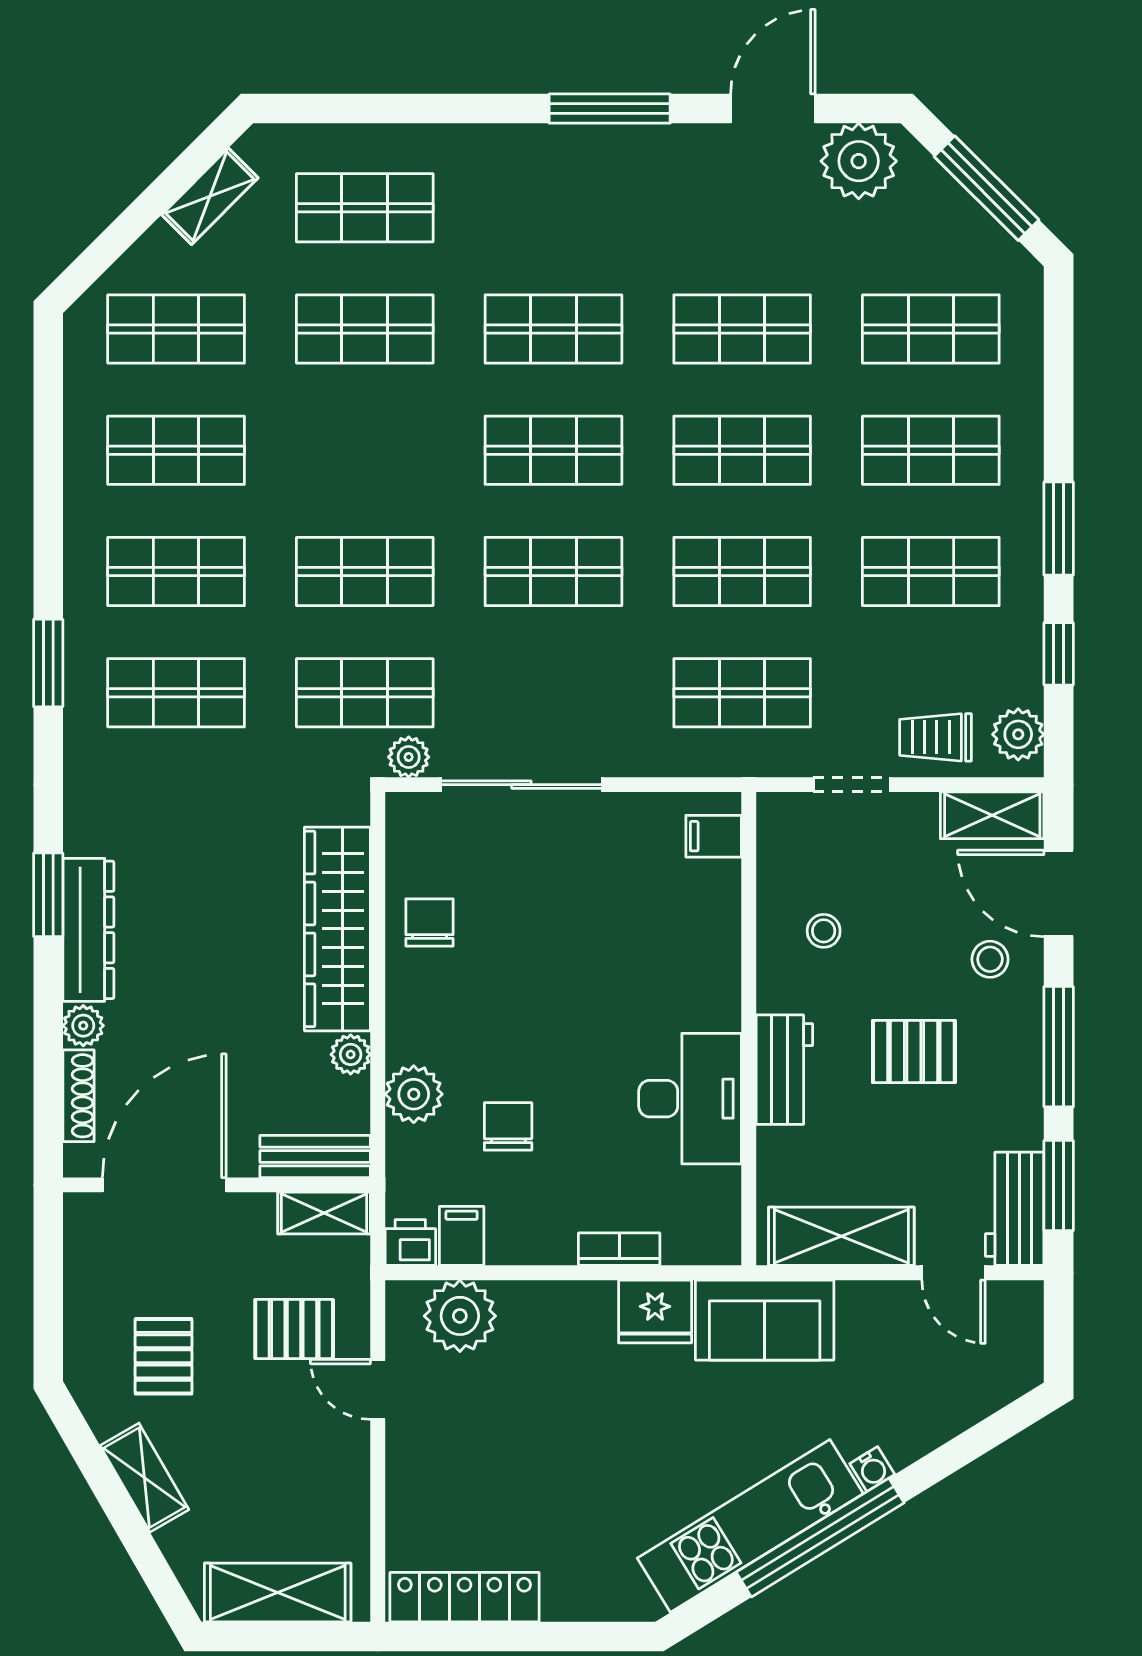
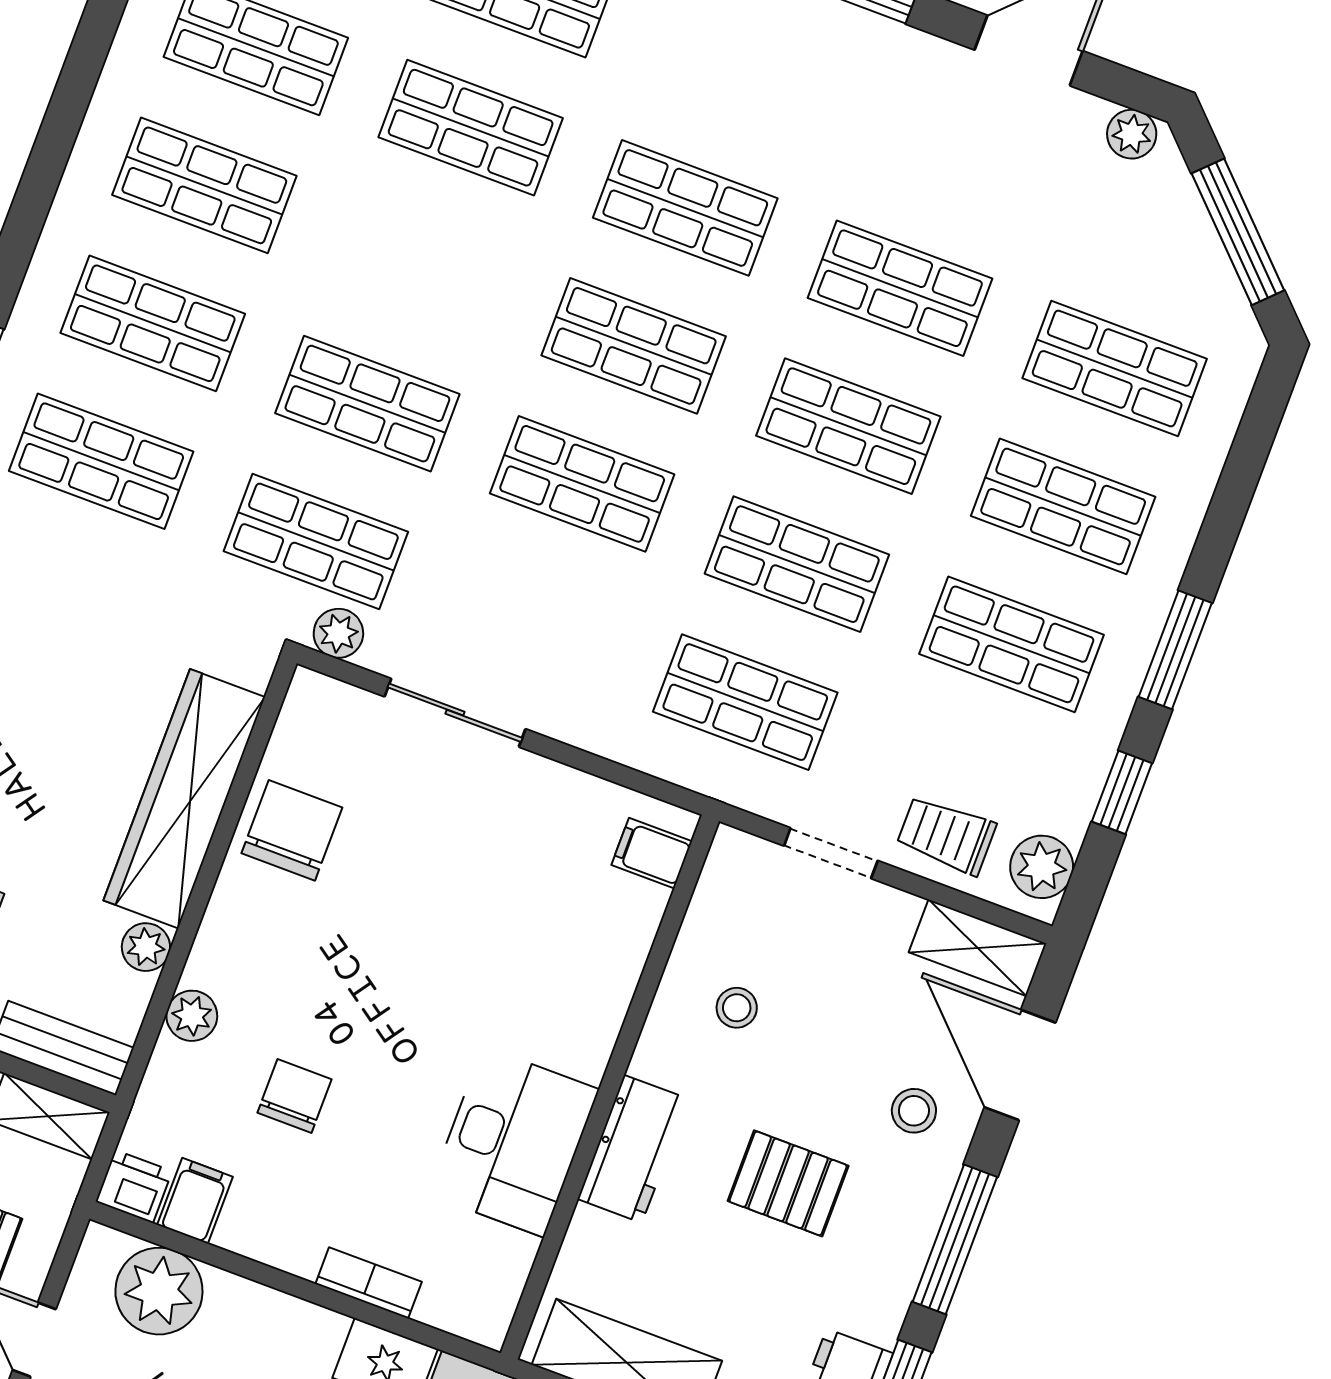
plant: (859, 161) -> (1132, 134), width x0.53, depth x0.53
sliding door: (521, 785) -> (455, 713), width x0.73
chair: (430, 922) -> (292, 830), width x1.37, depth x1.37
plant: (414, 1094) -> (192, 1016), width x0.73, depth x0.73

